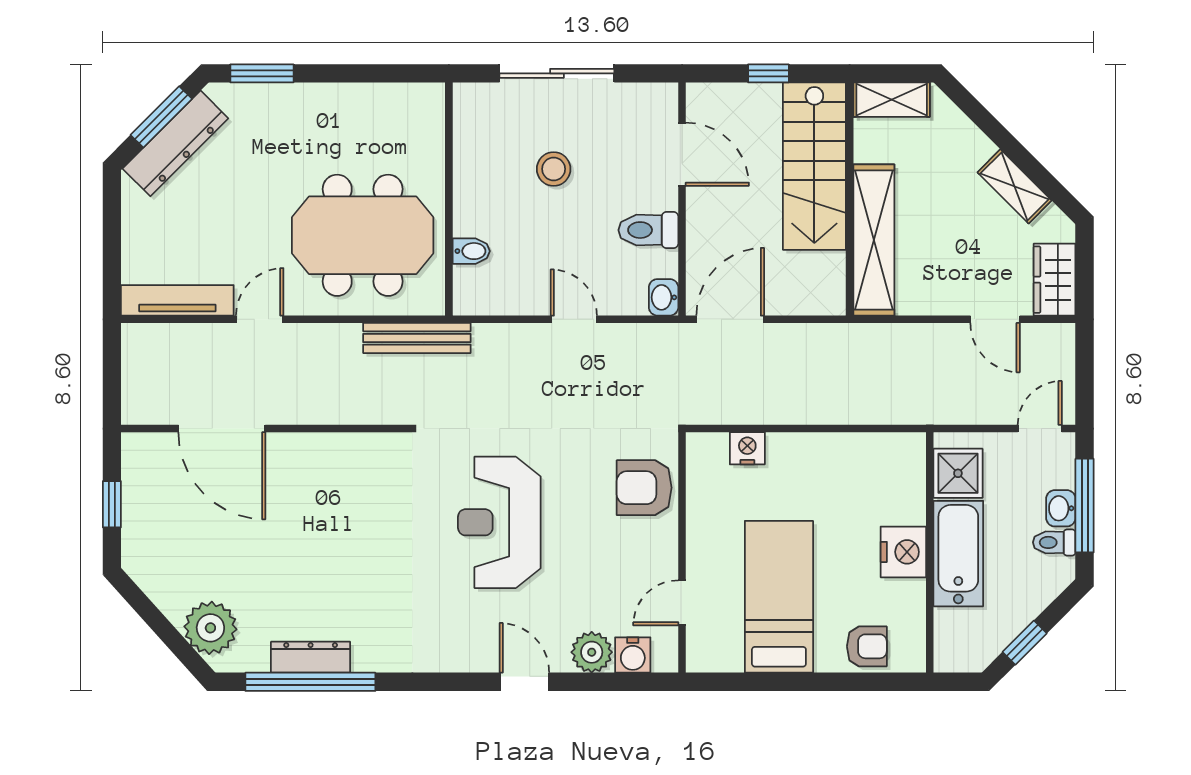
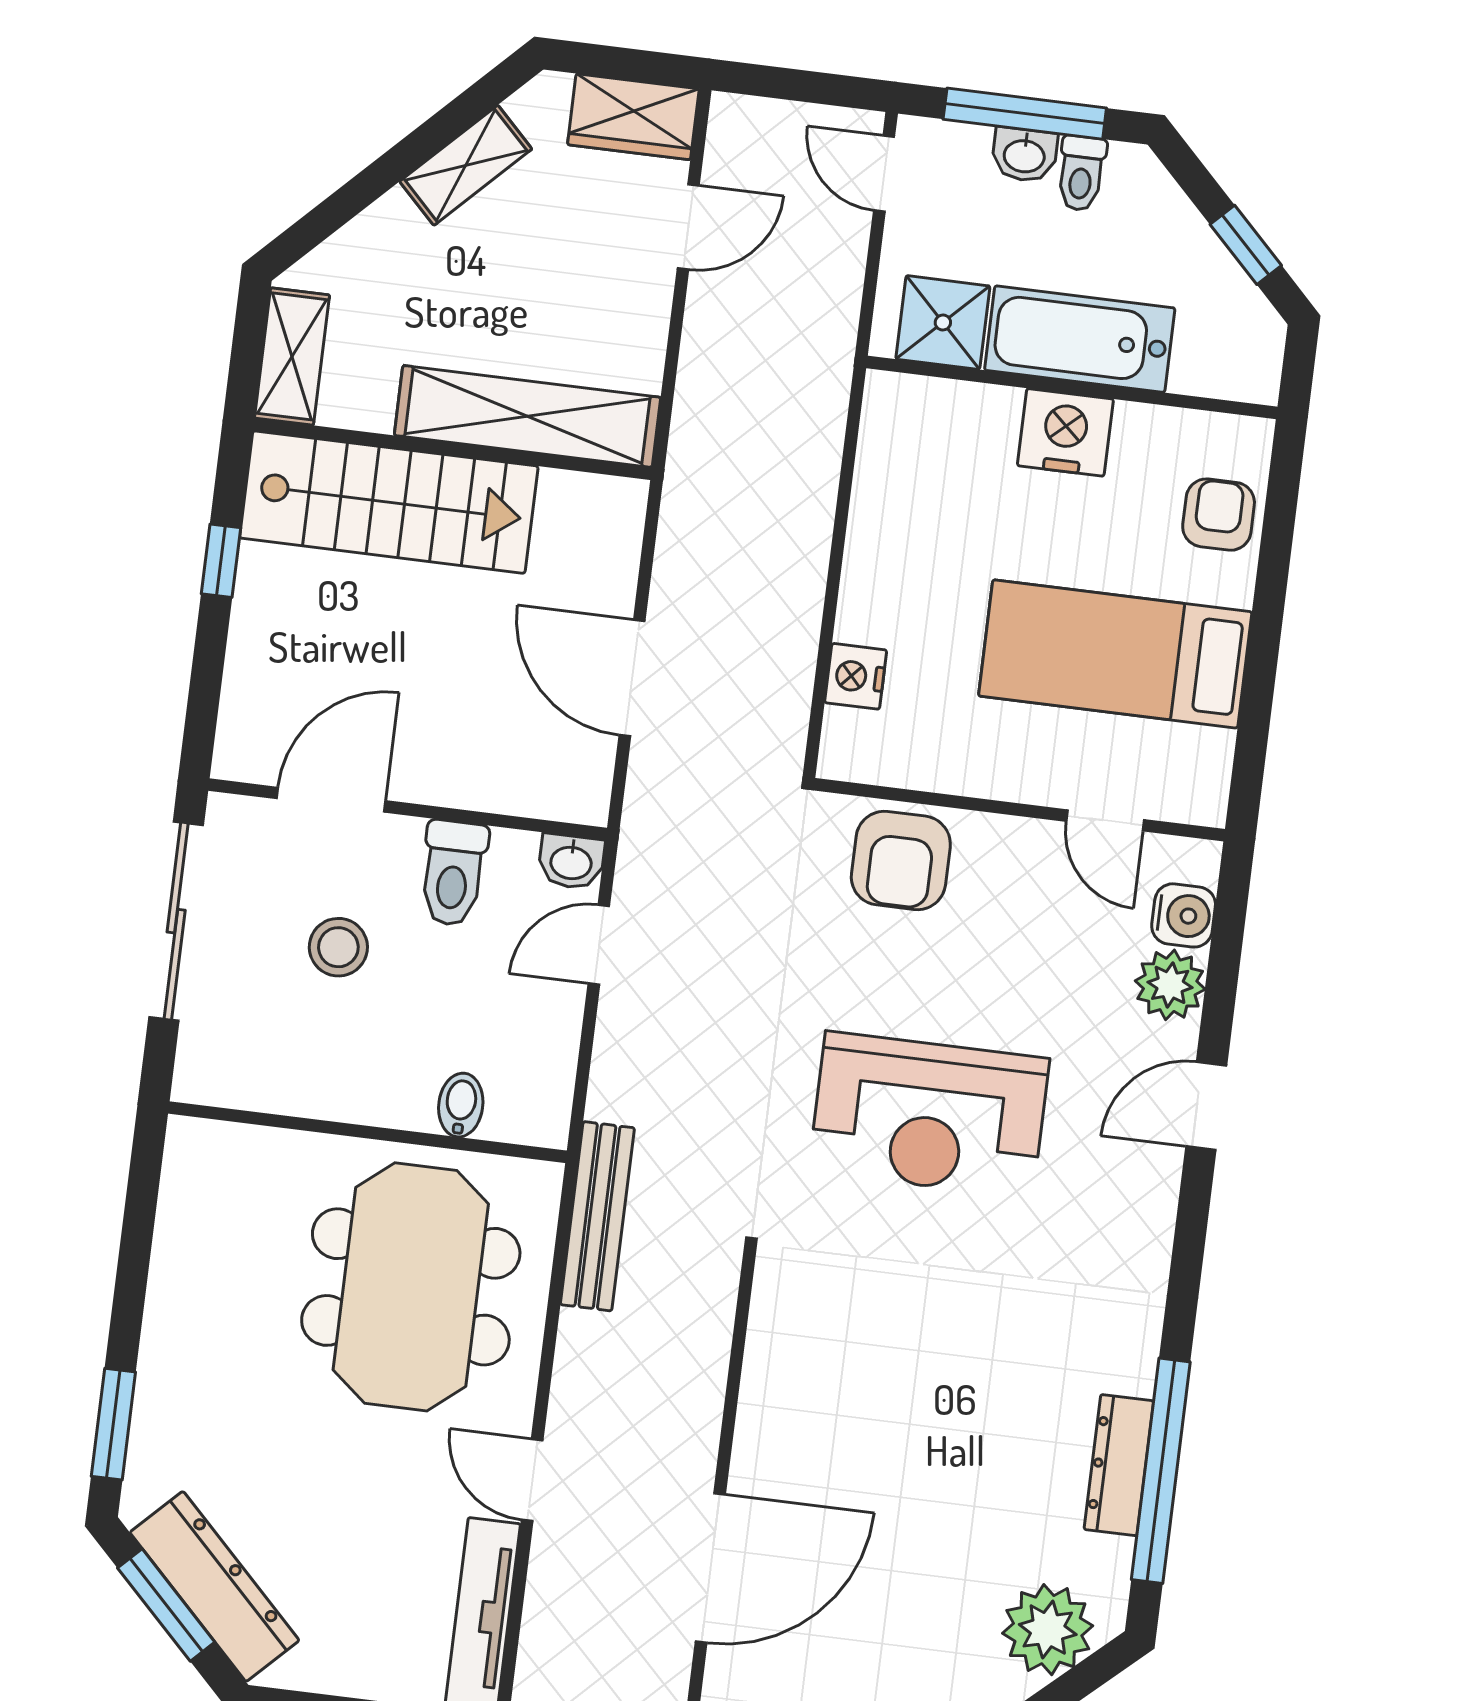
door: (682, 154) -> (331, 800), moved
wall: (682, 199) -> (408, 809), moved
toilet: (648, 230) -> (453, 873), moved
washbasin: (664, 297) -> (571, 862), moved

